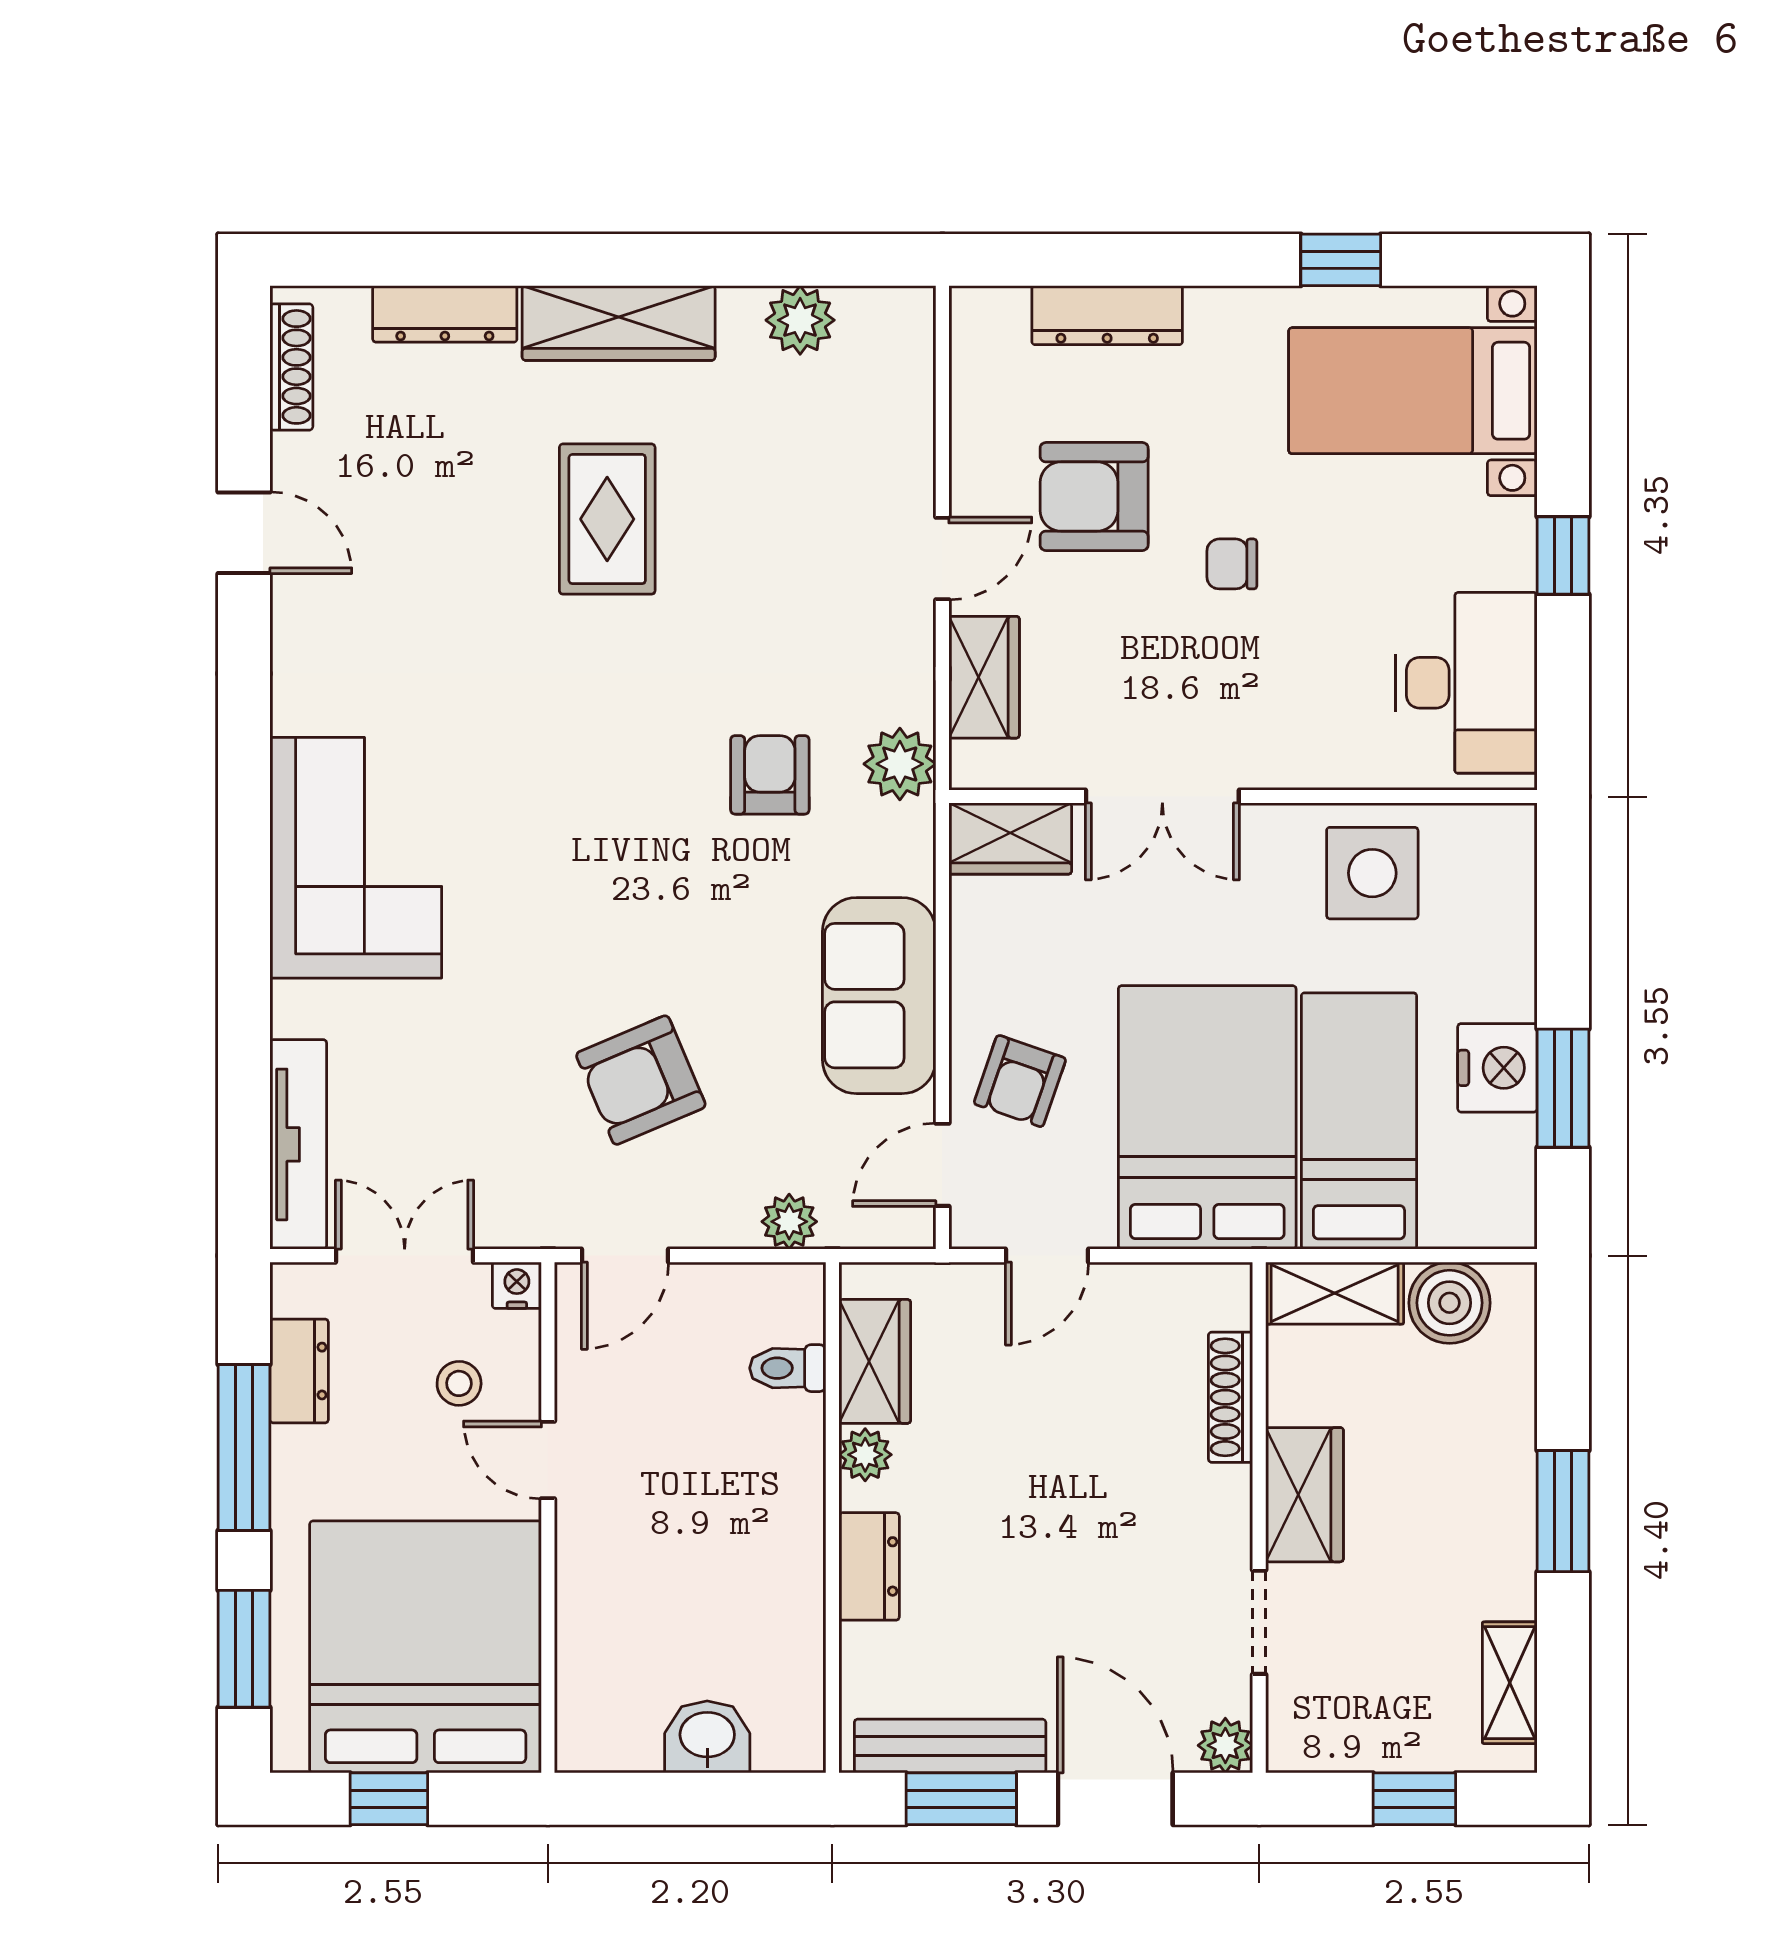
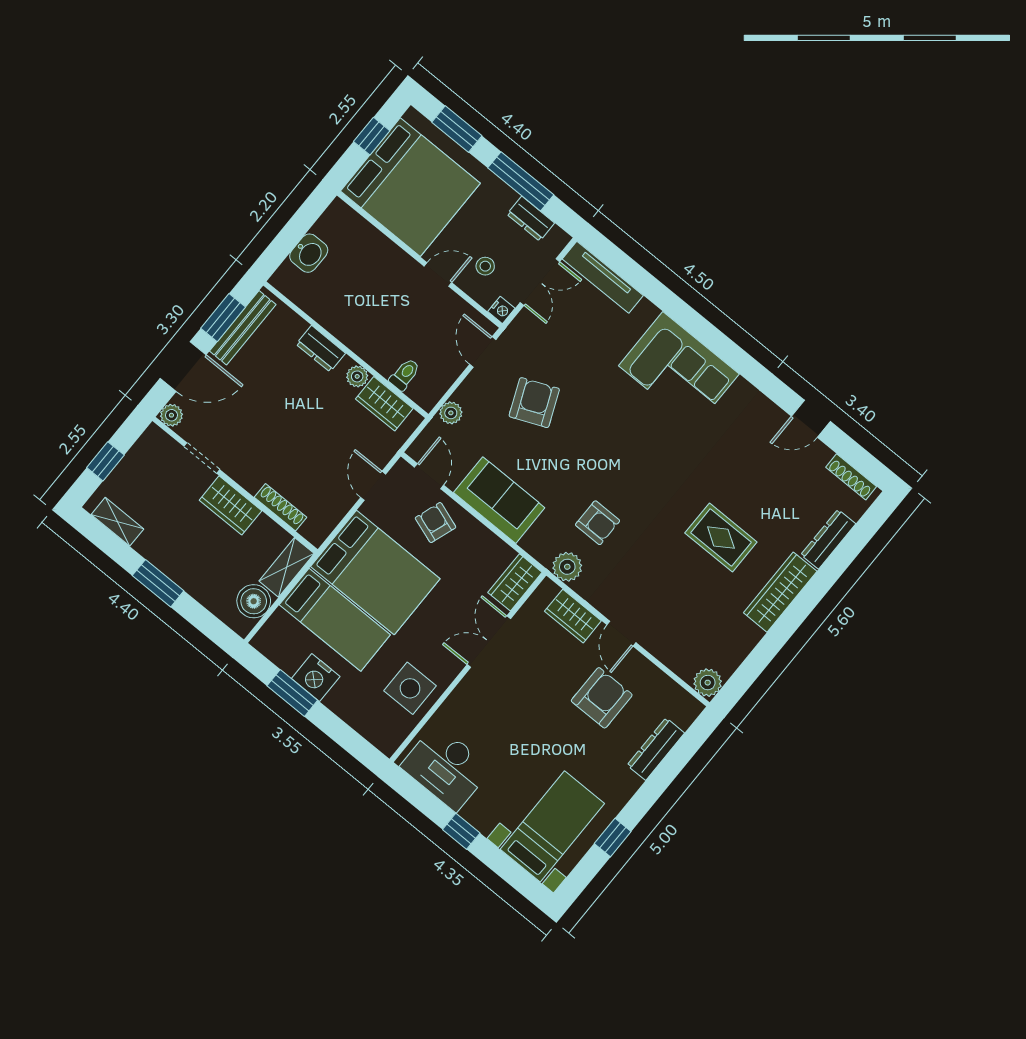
plant: (800, 320) -> (708, 683), moved
chair: (1232, 564) -> (545, 724), removed

